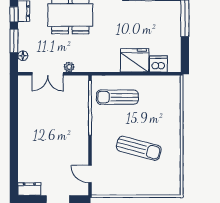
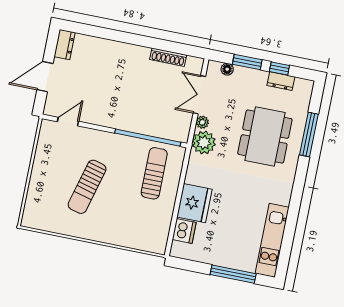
plant: (85, 63) -> (204, 143), added
shoe rack: (23, 105) -> (168, 57), added

